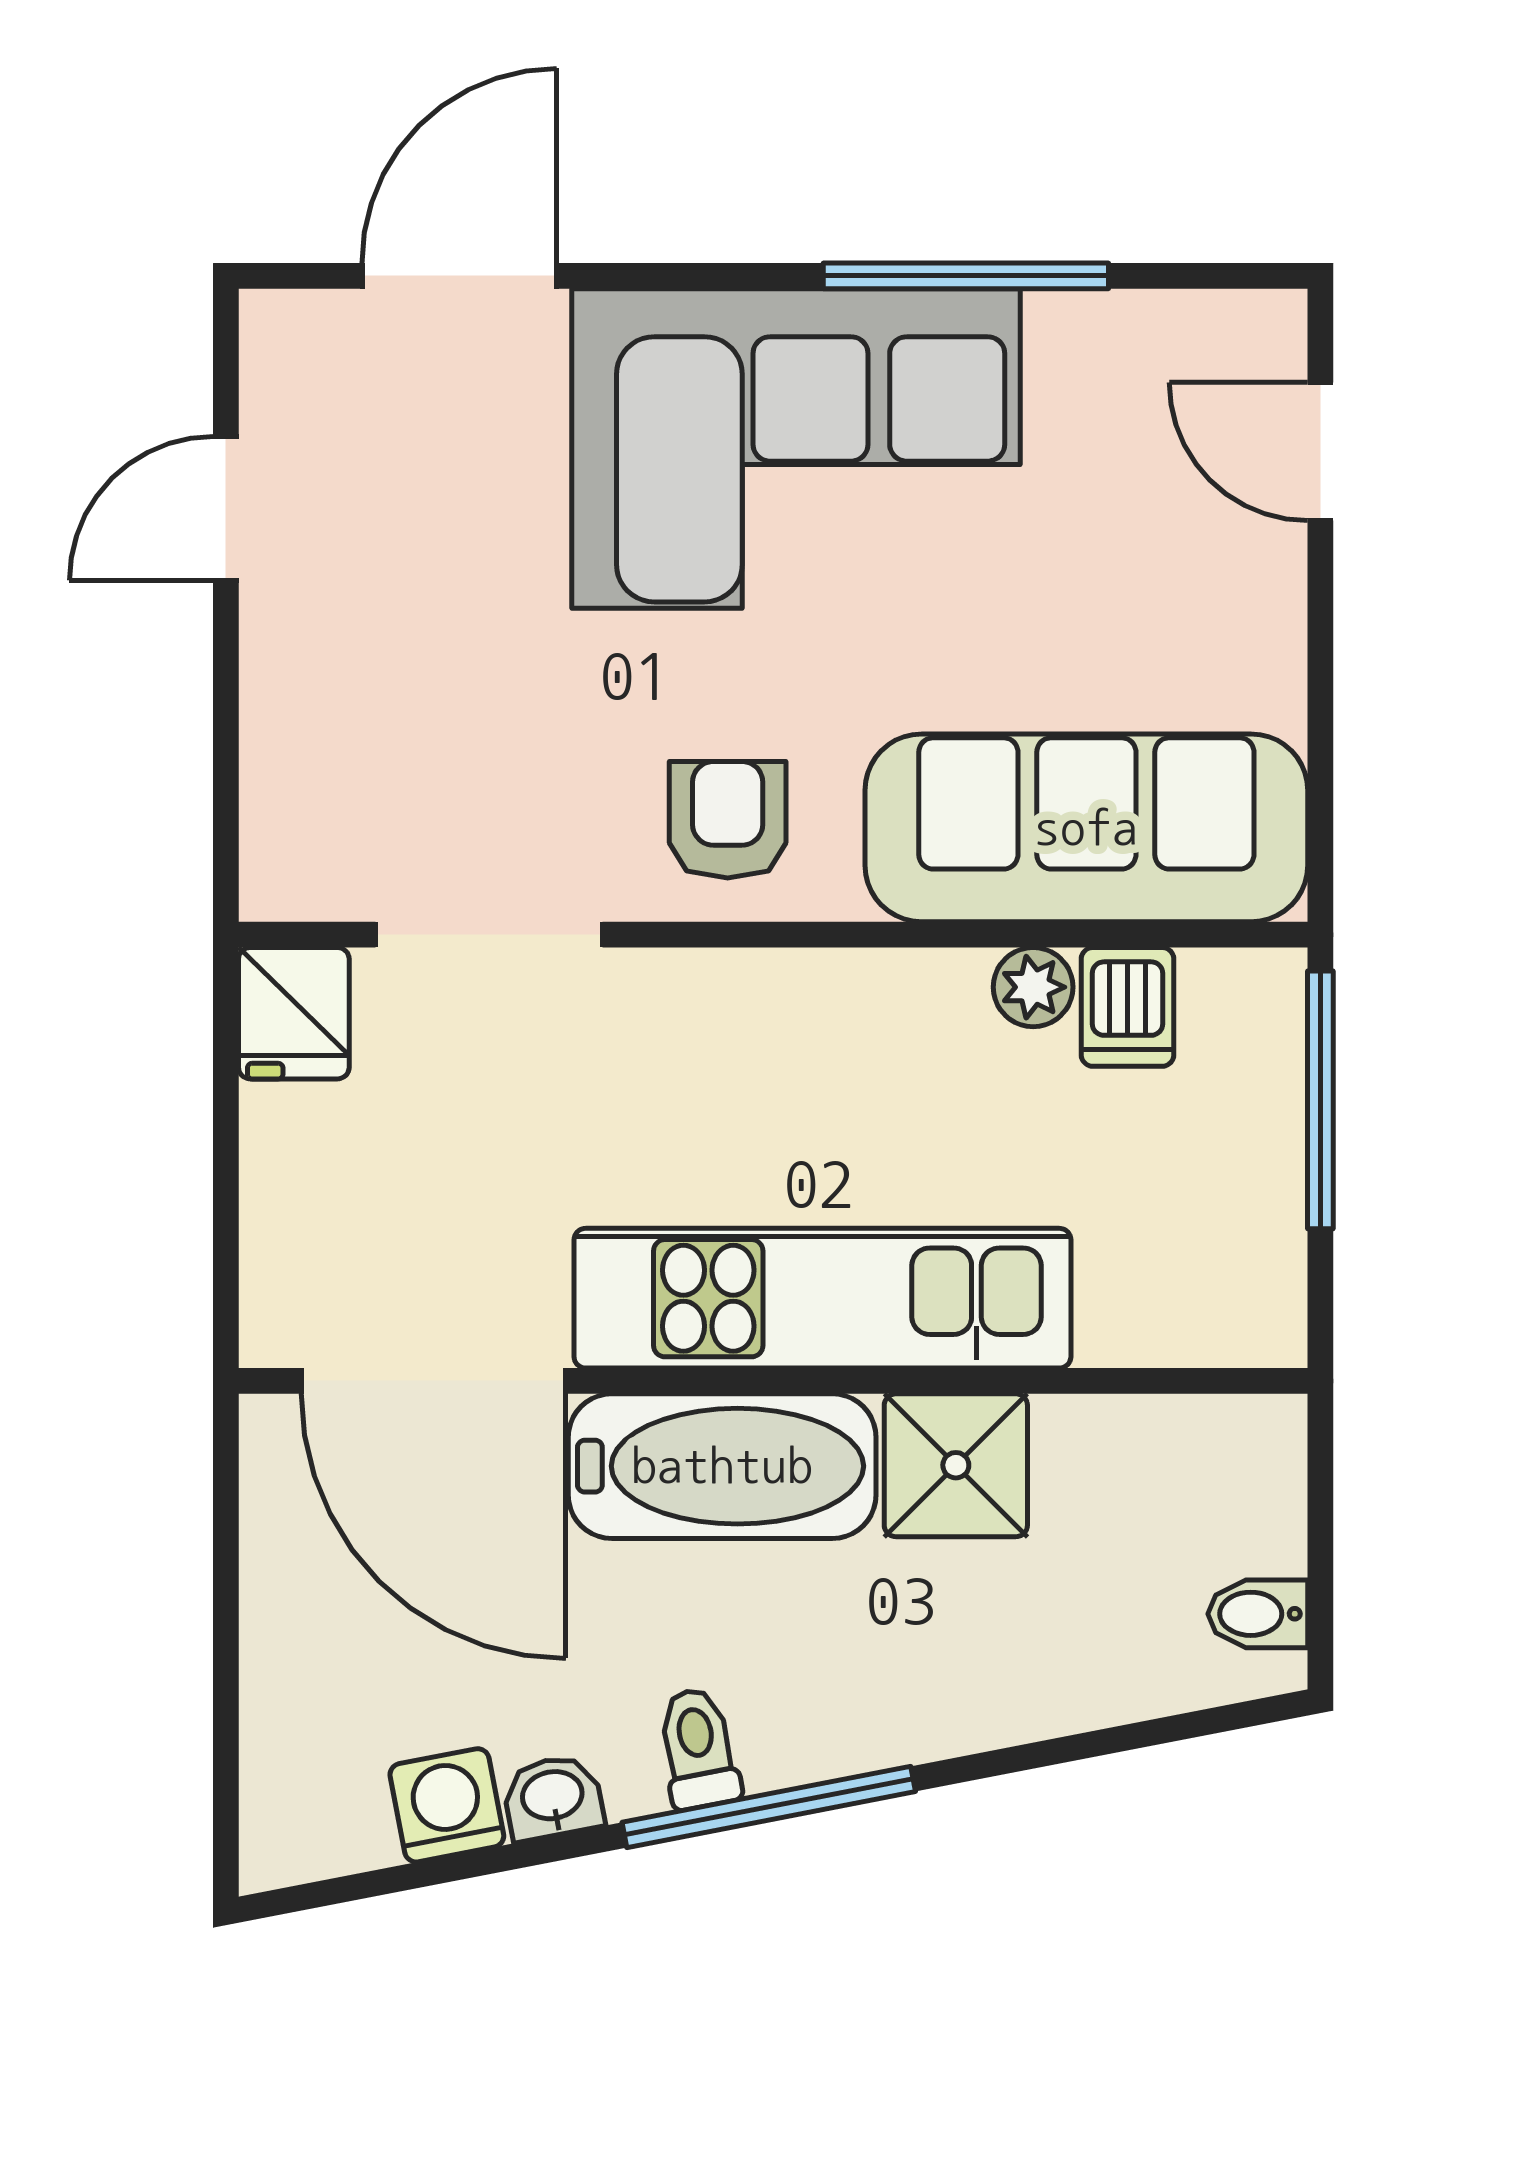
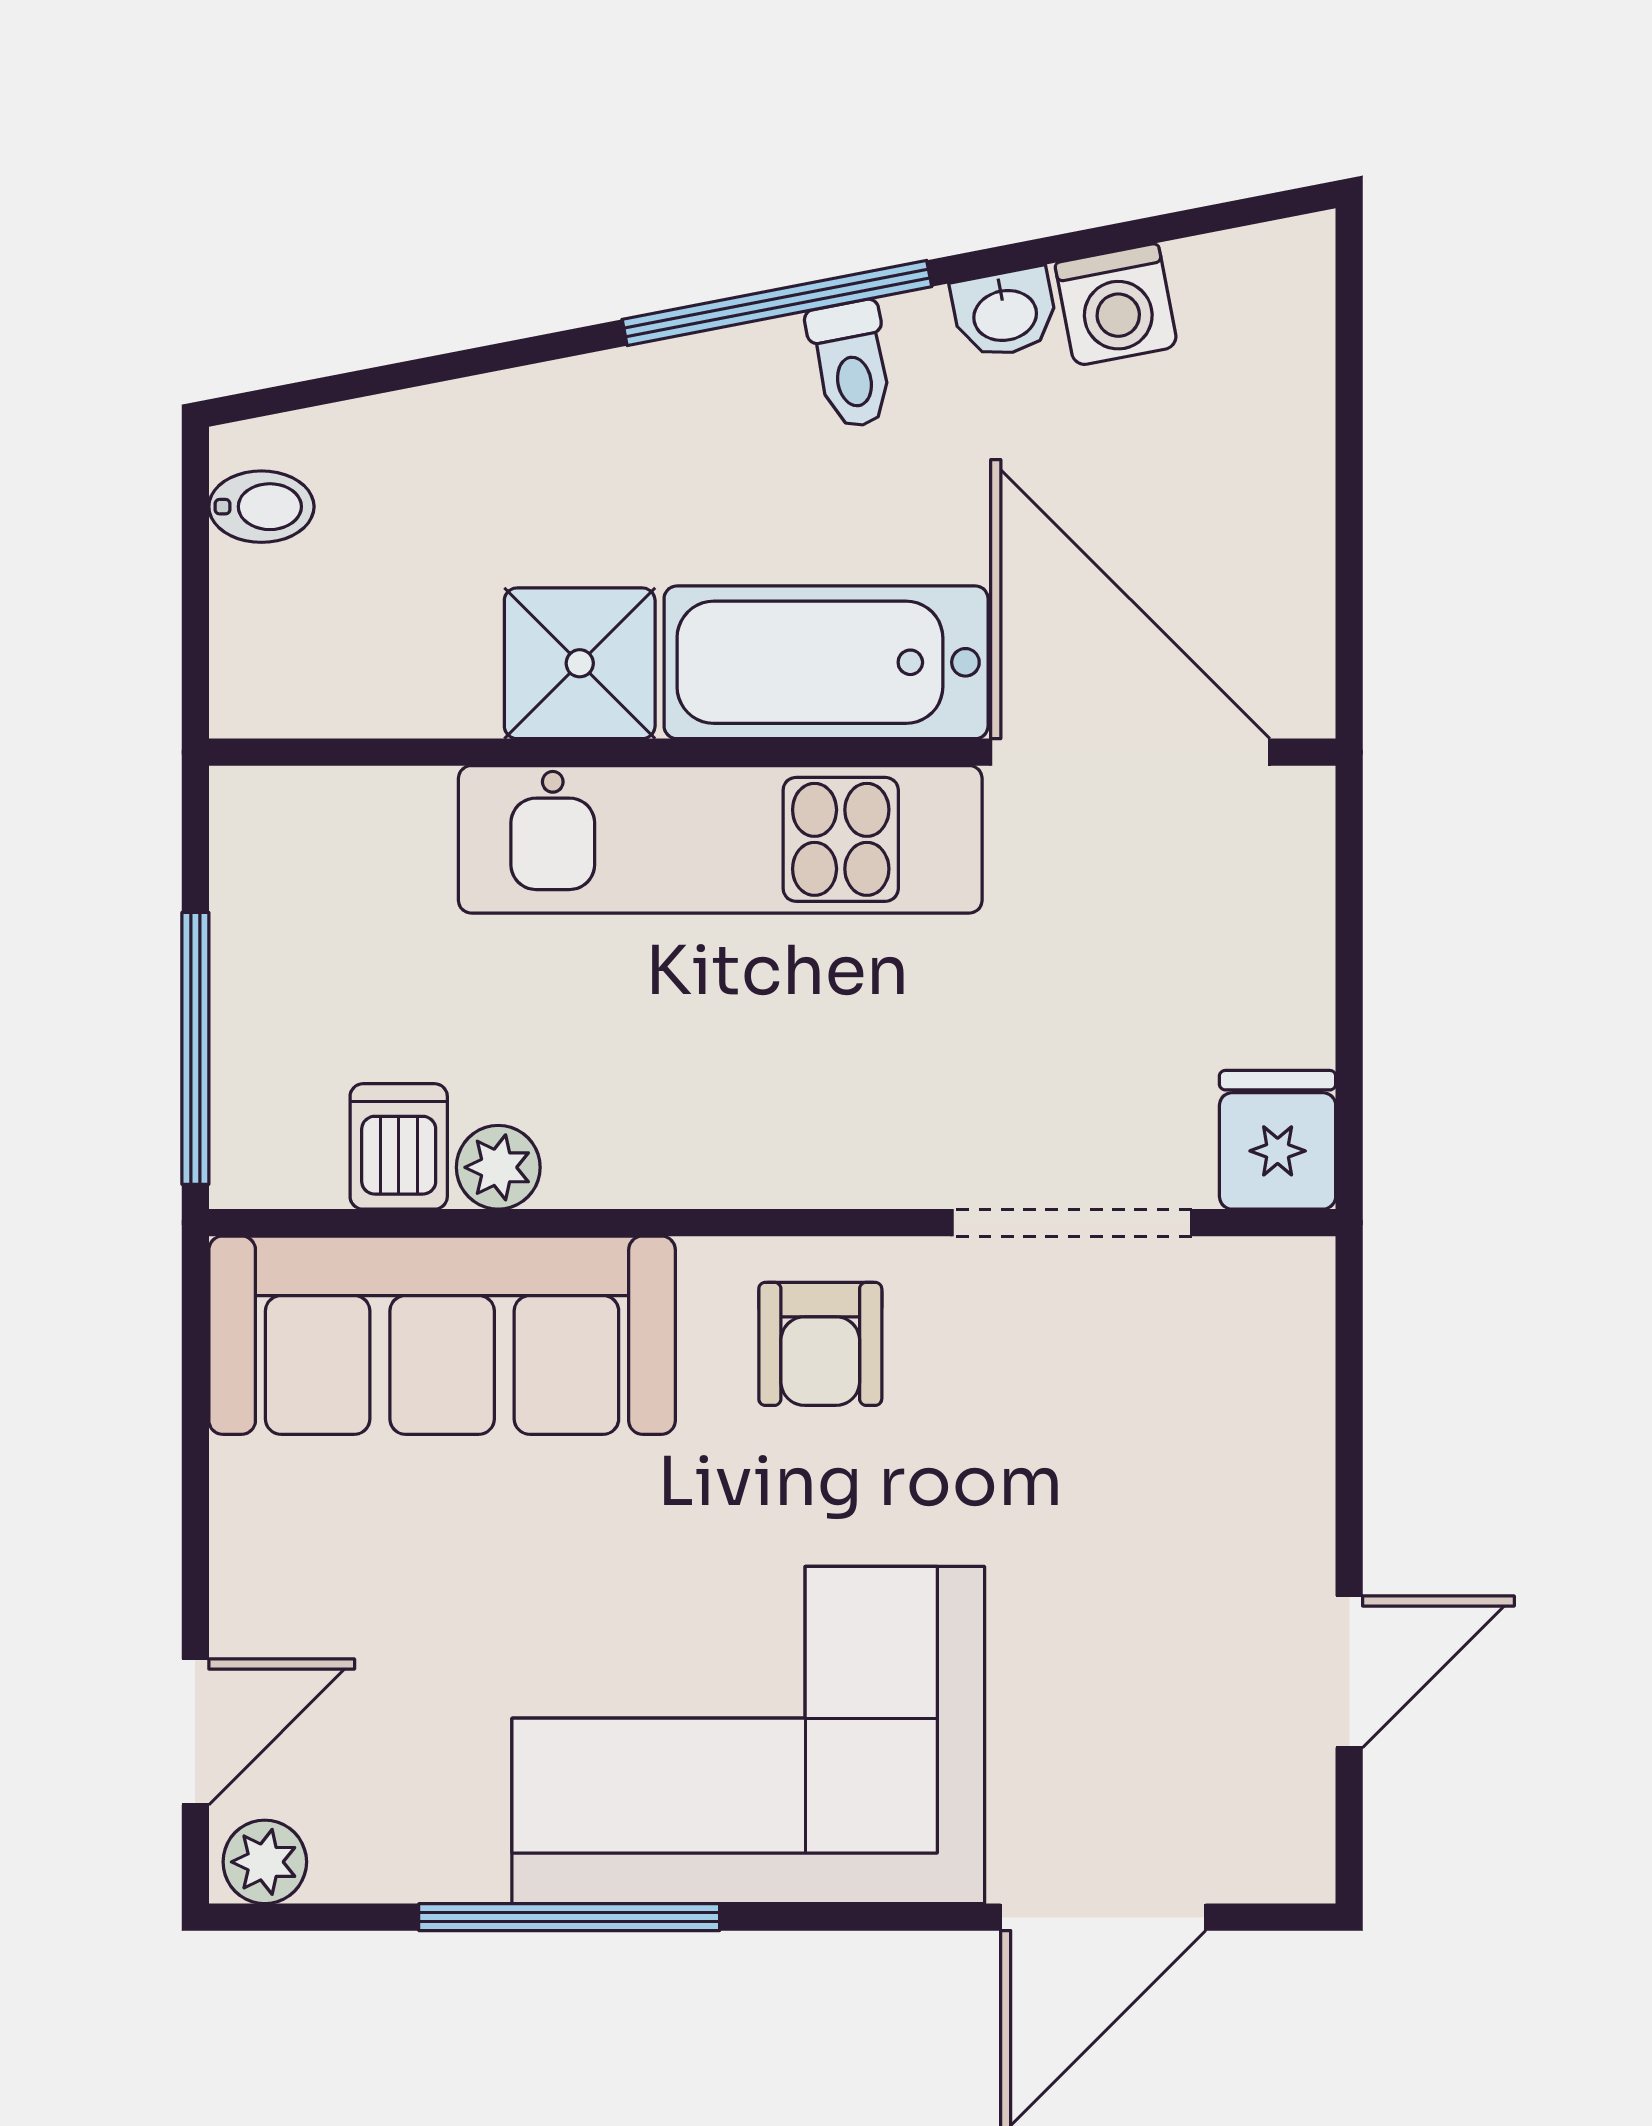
plant: (1255, 328) -> (265, 1862), added
door: (1320, 452) -> (195, 1732), hinge flipped

